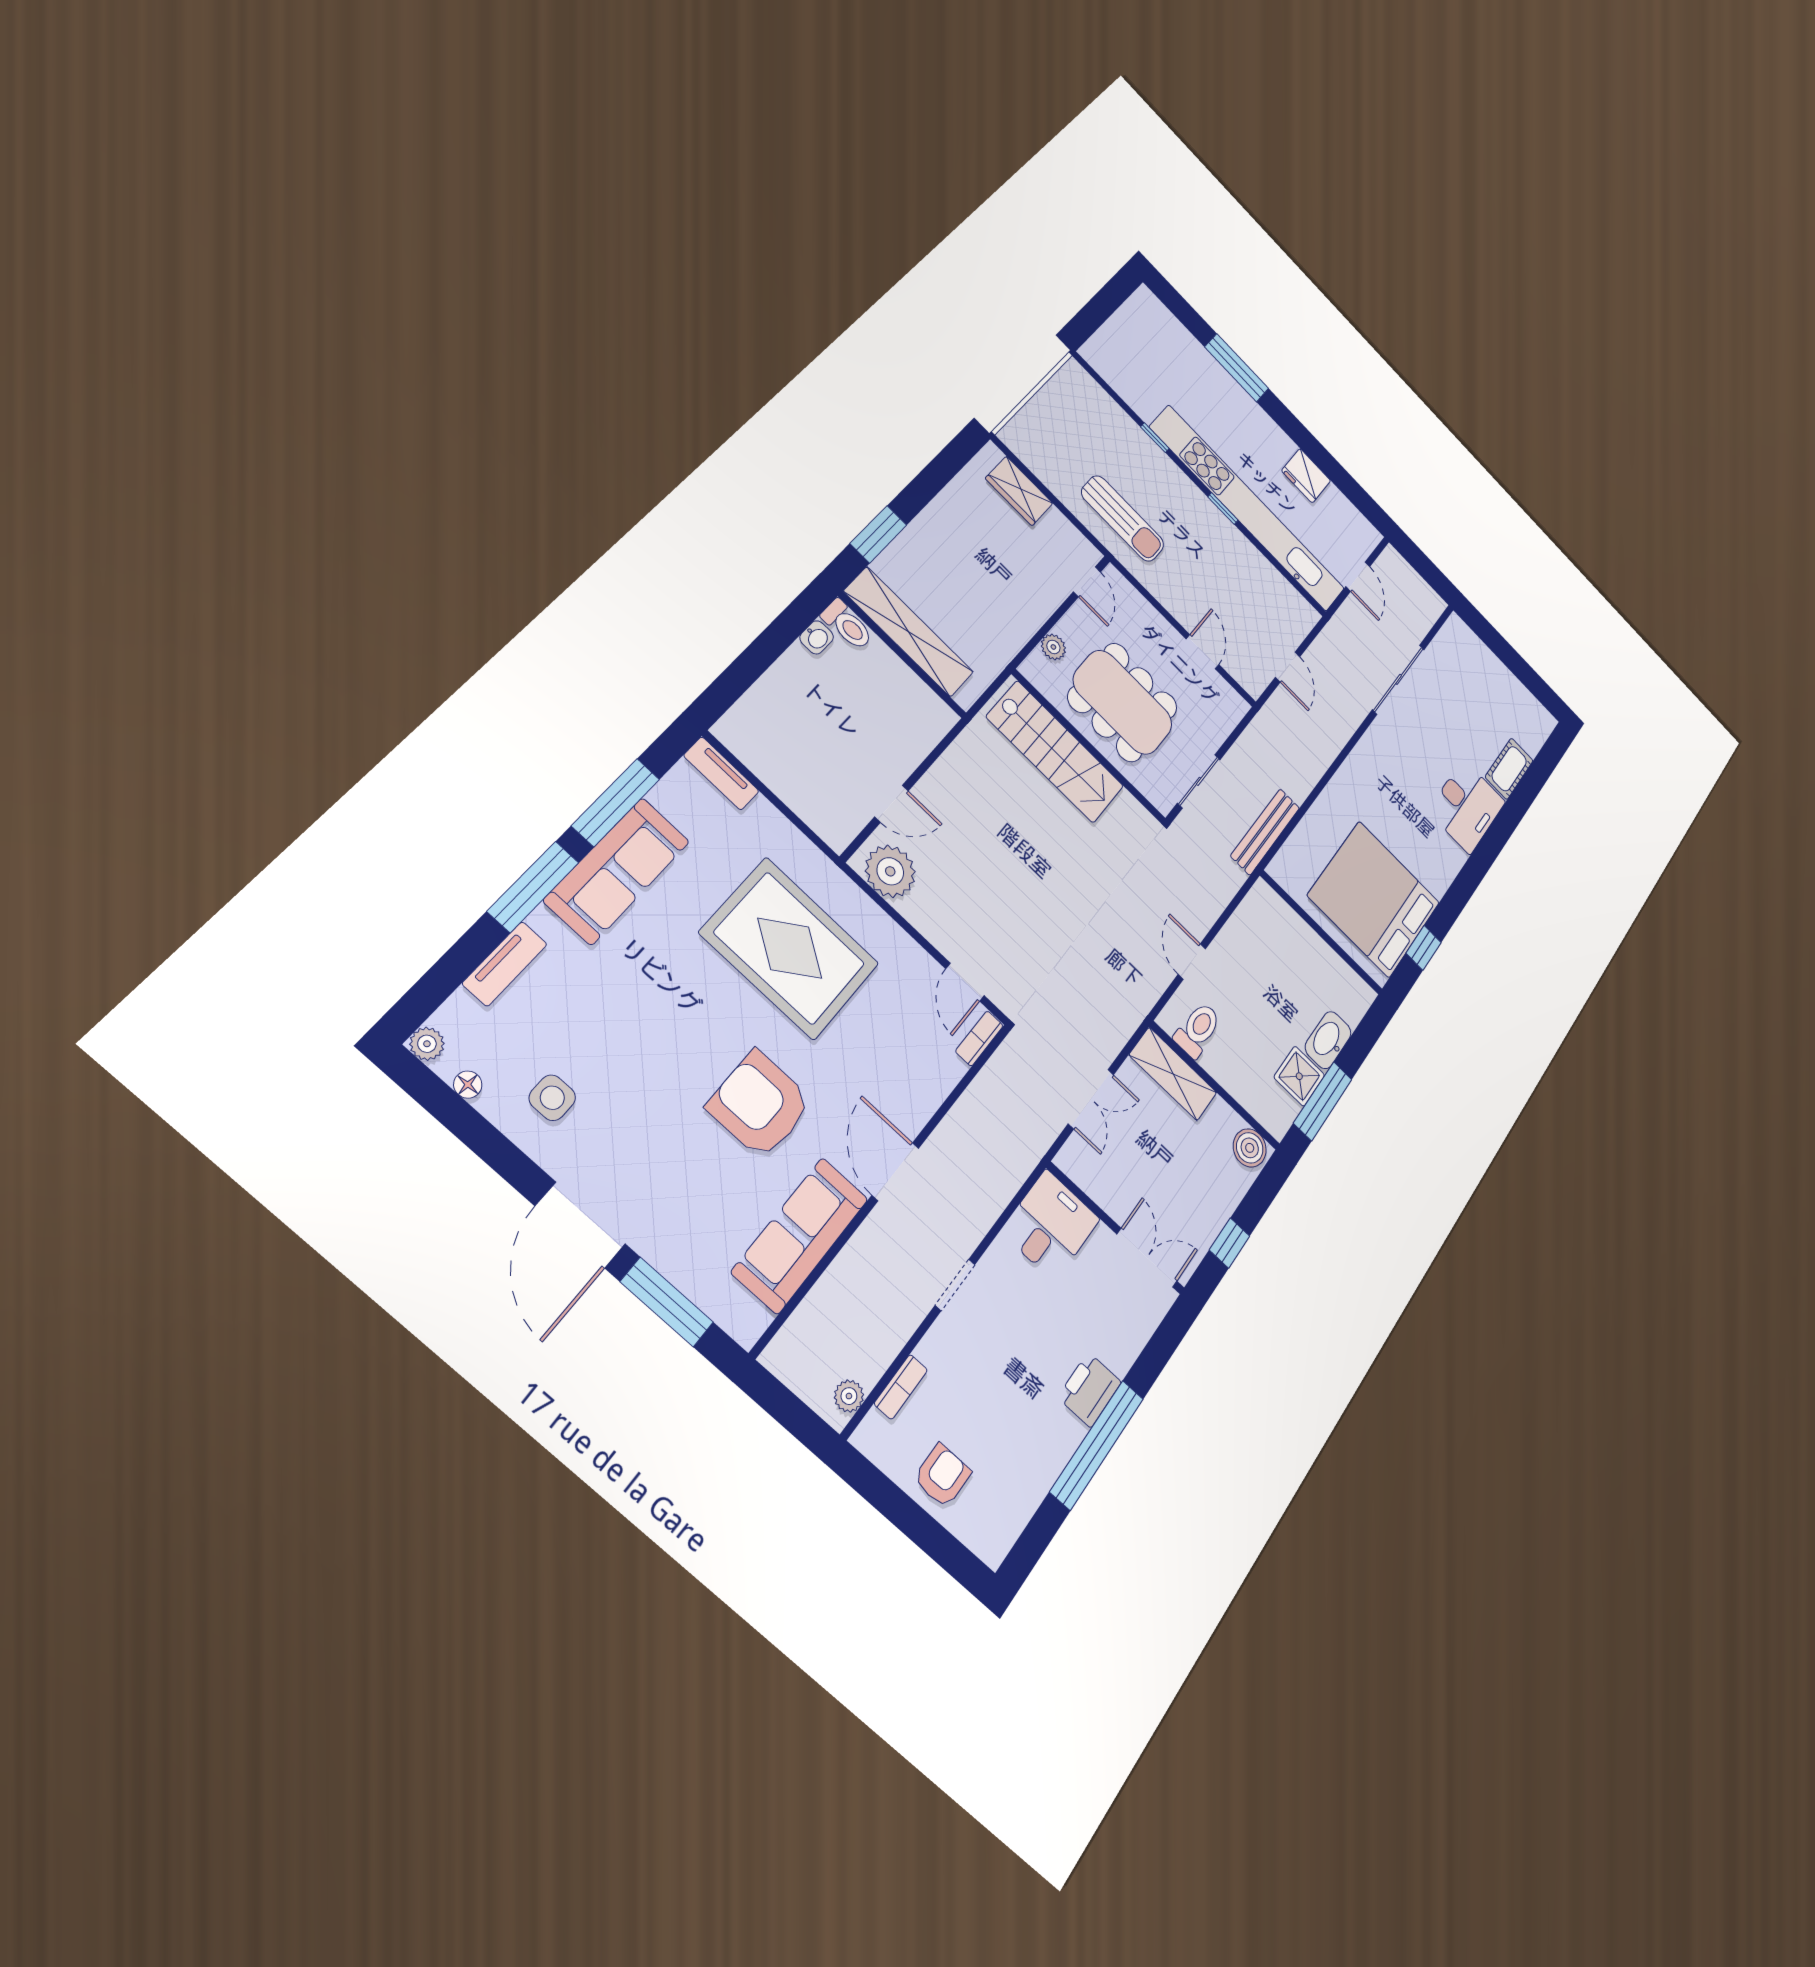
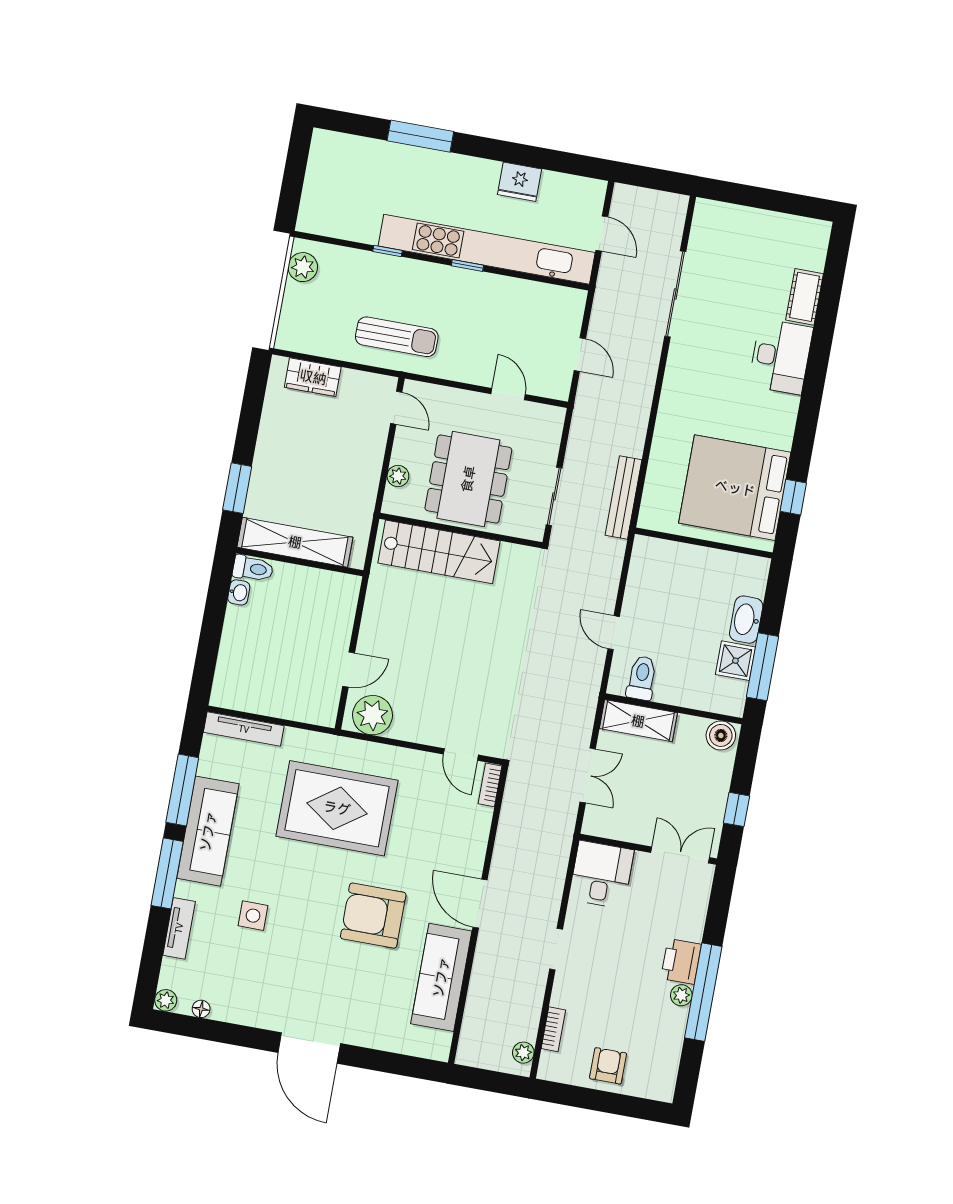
plant: (1066, 388) -> (303, 267), added
dining table: (1123, 702) -> (468, 479), turned 90
tv unit: (721, 773) -> (244, 729), width x1.41
side table: (552, 1098) -> (253, 916), moved
window: (667, 1302) -> (383, 1061), removed
plant: (1070, 1434) -> (681, 995), added

